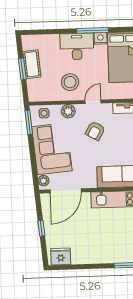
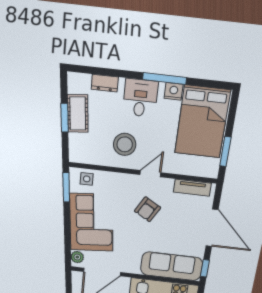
dresser: (49, 40) -> (105, 83), added
desk: (77, 46) -> (140, 98), width x0.73
plant: (68, 111) -> (117, 181), removed

